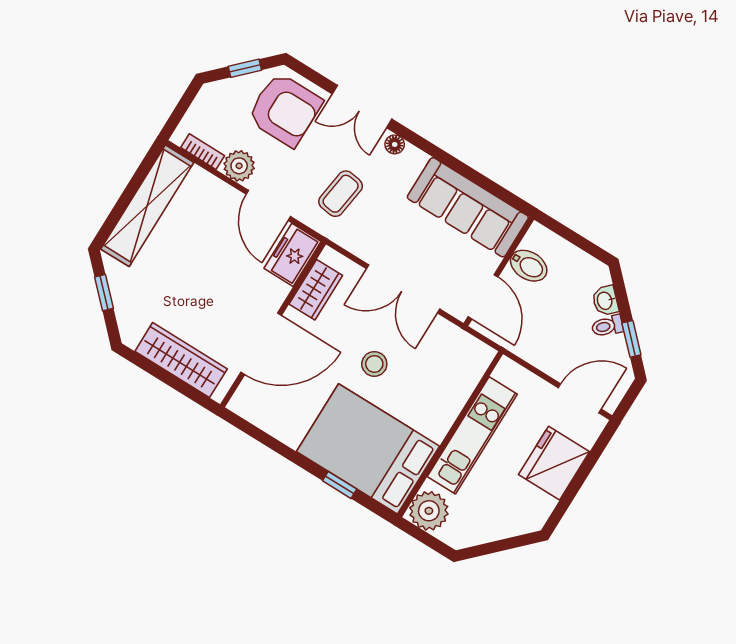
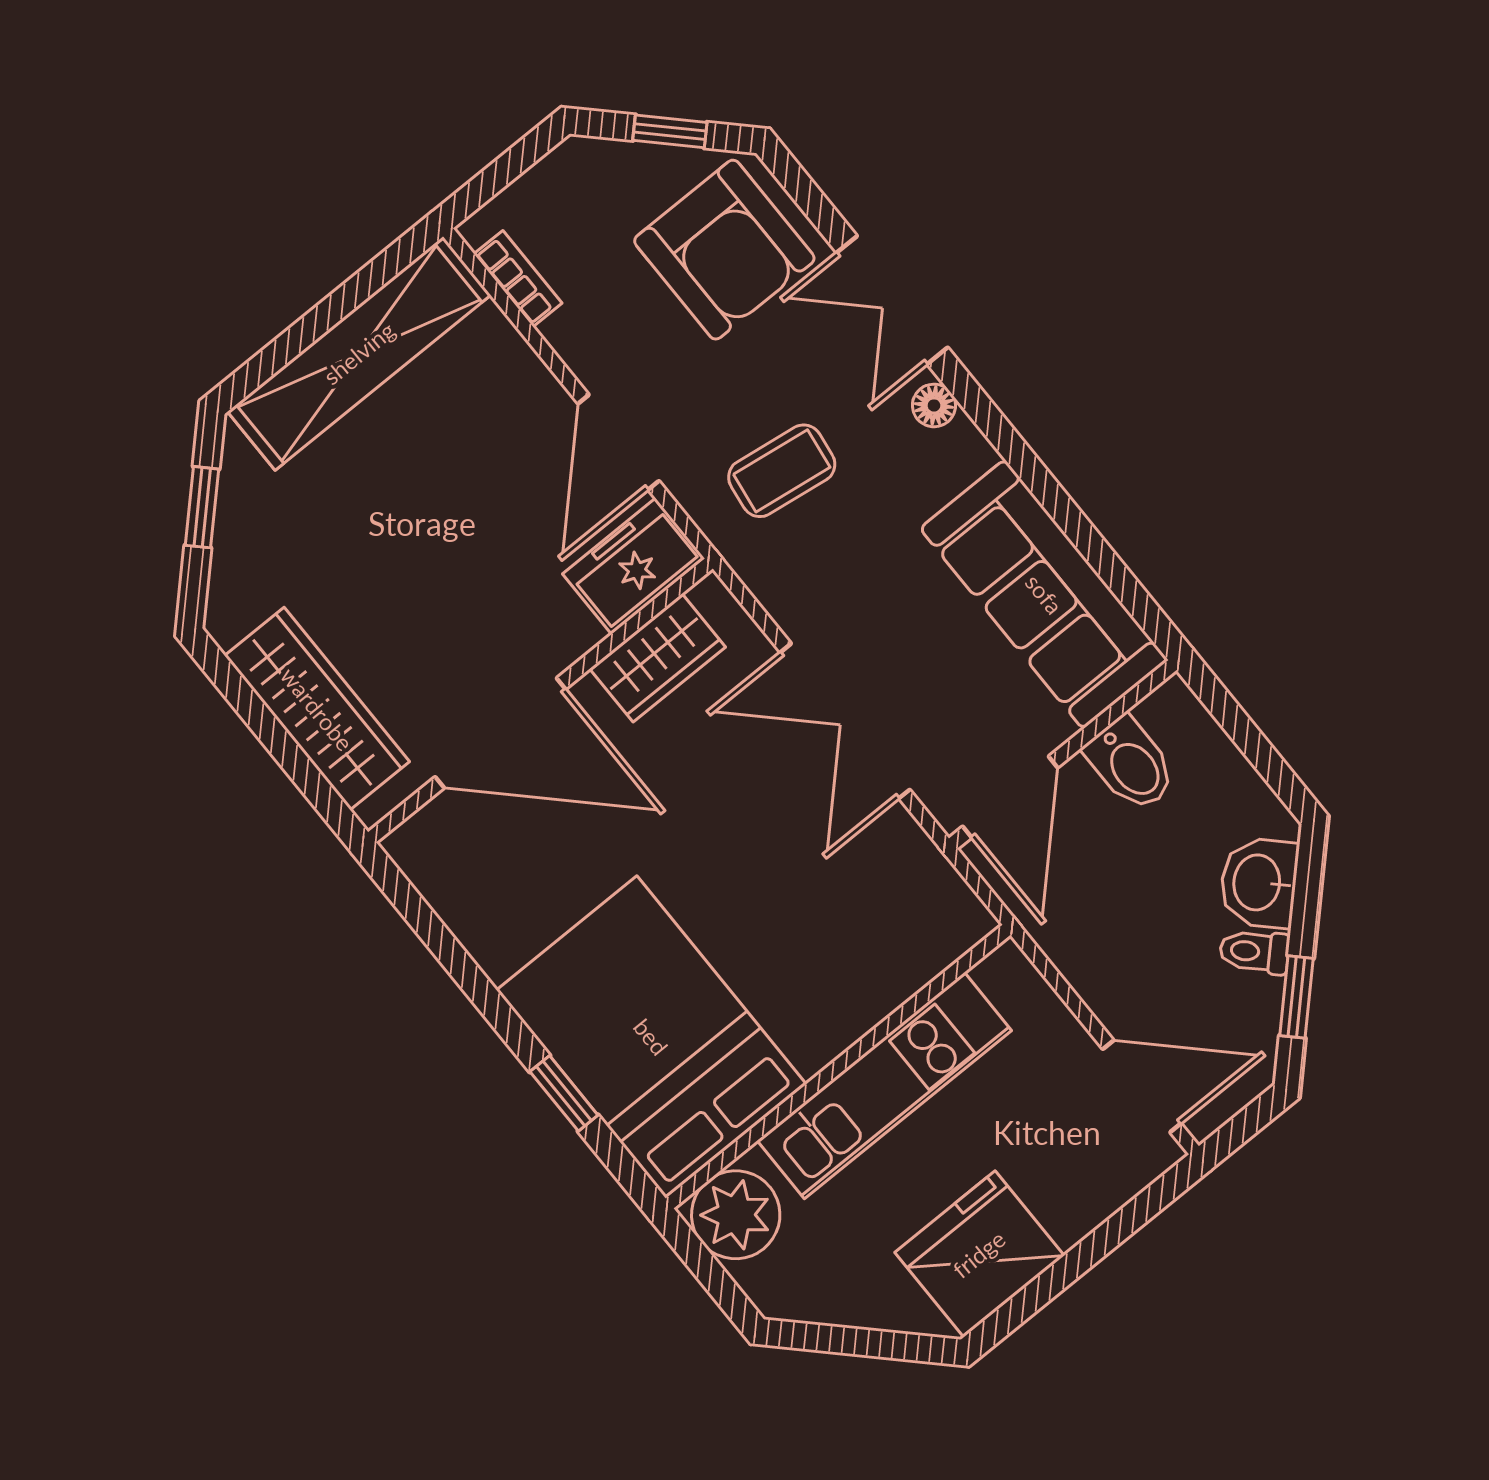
plant: (239, 166) -> (585, 336), removed
washbasin: (605, 301) -> (1259, 883), width x1.38, depth x1.45
stool: (374, 364) -> (728, 860), removed
fridge: (554, 463) -> (979, 1254), moved

